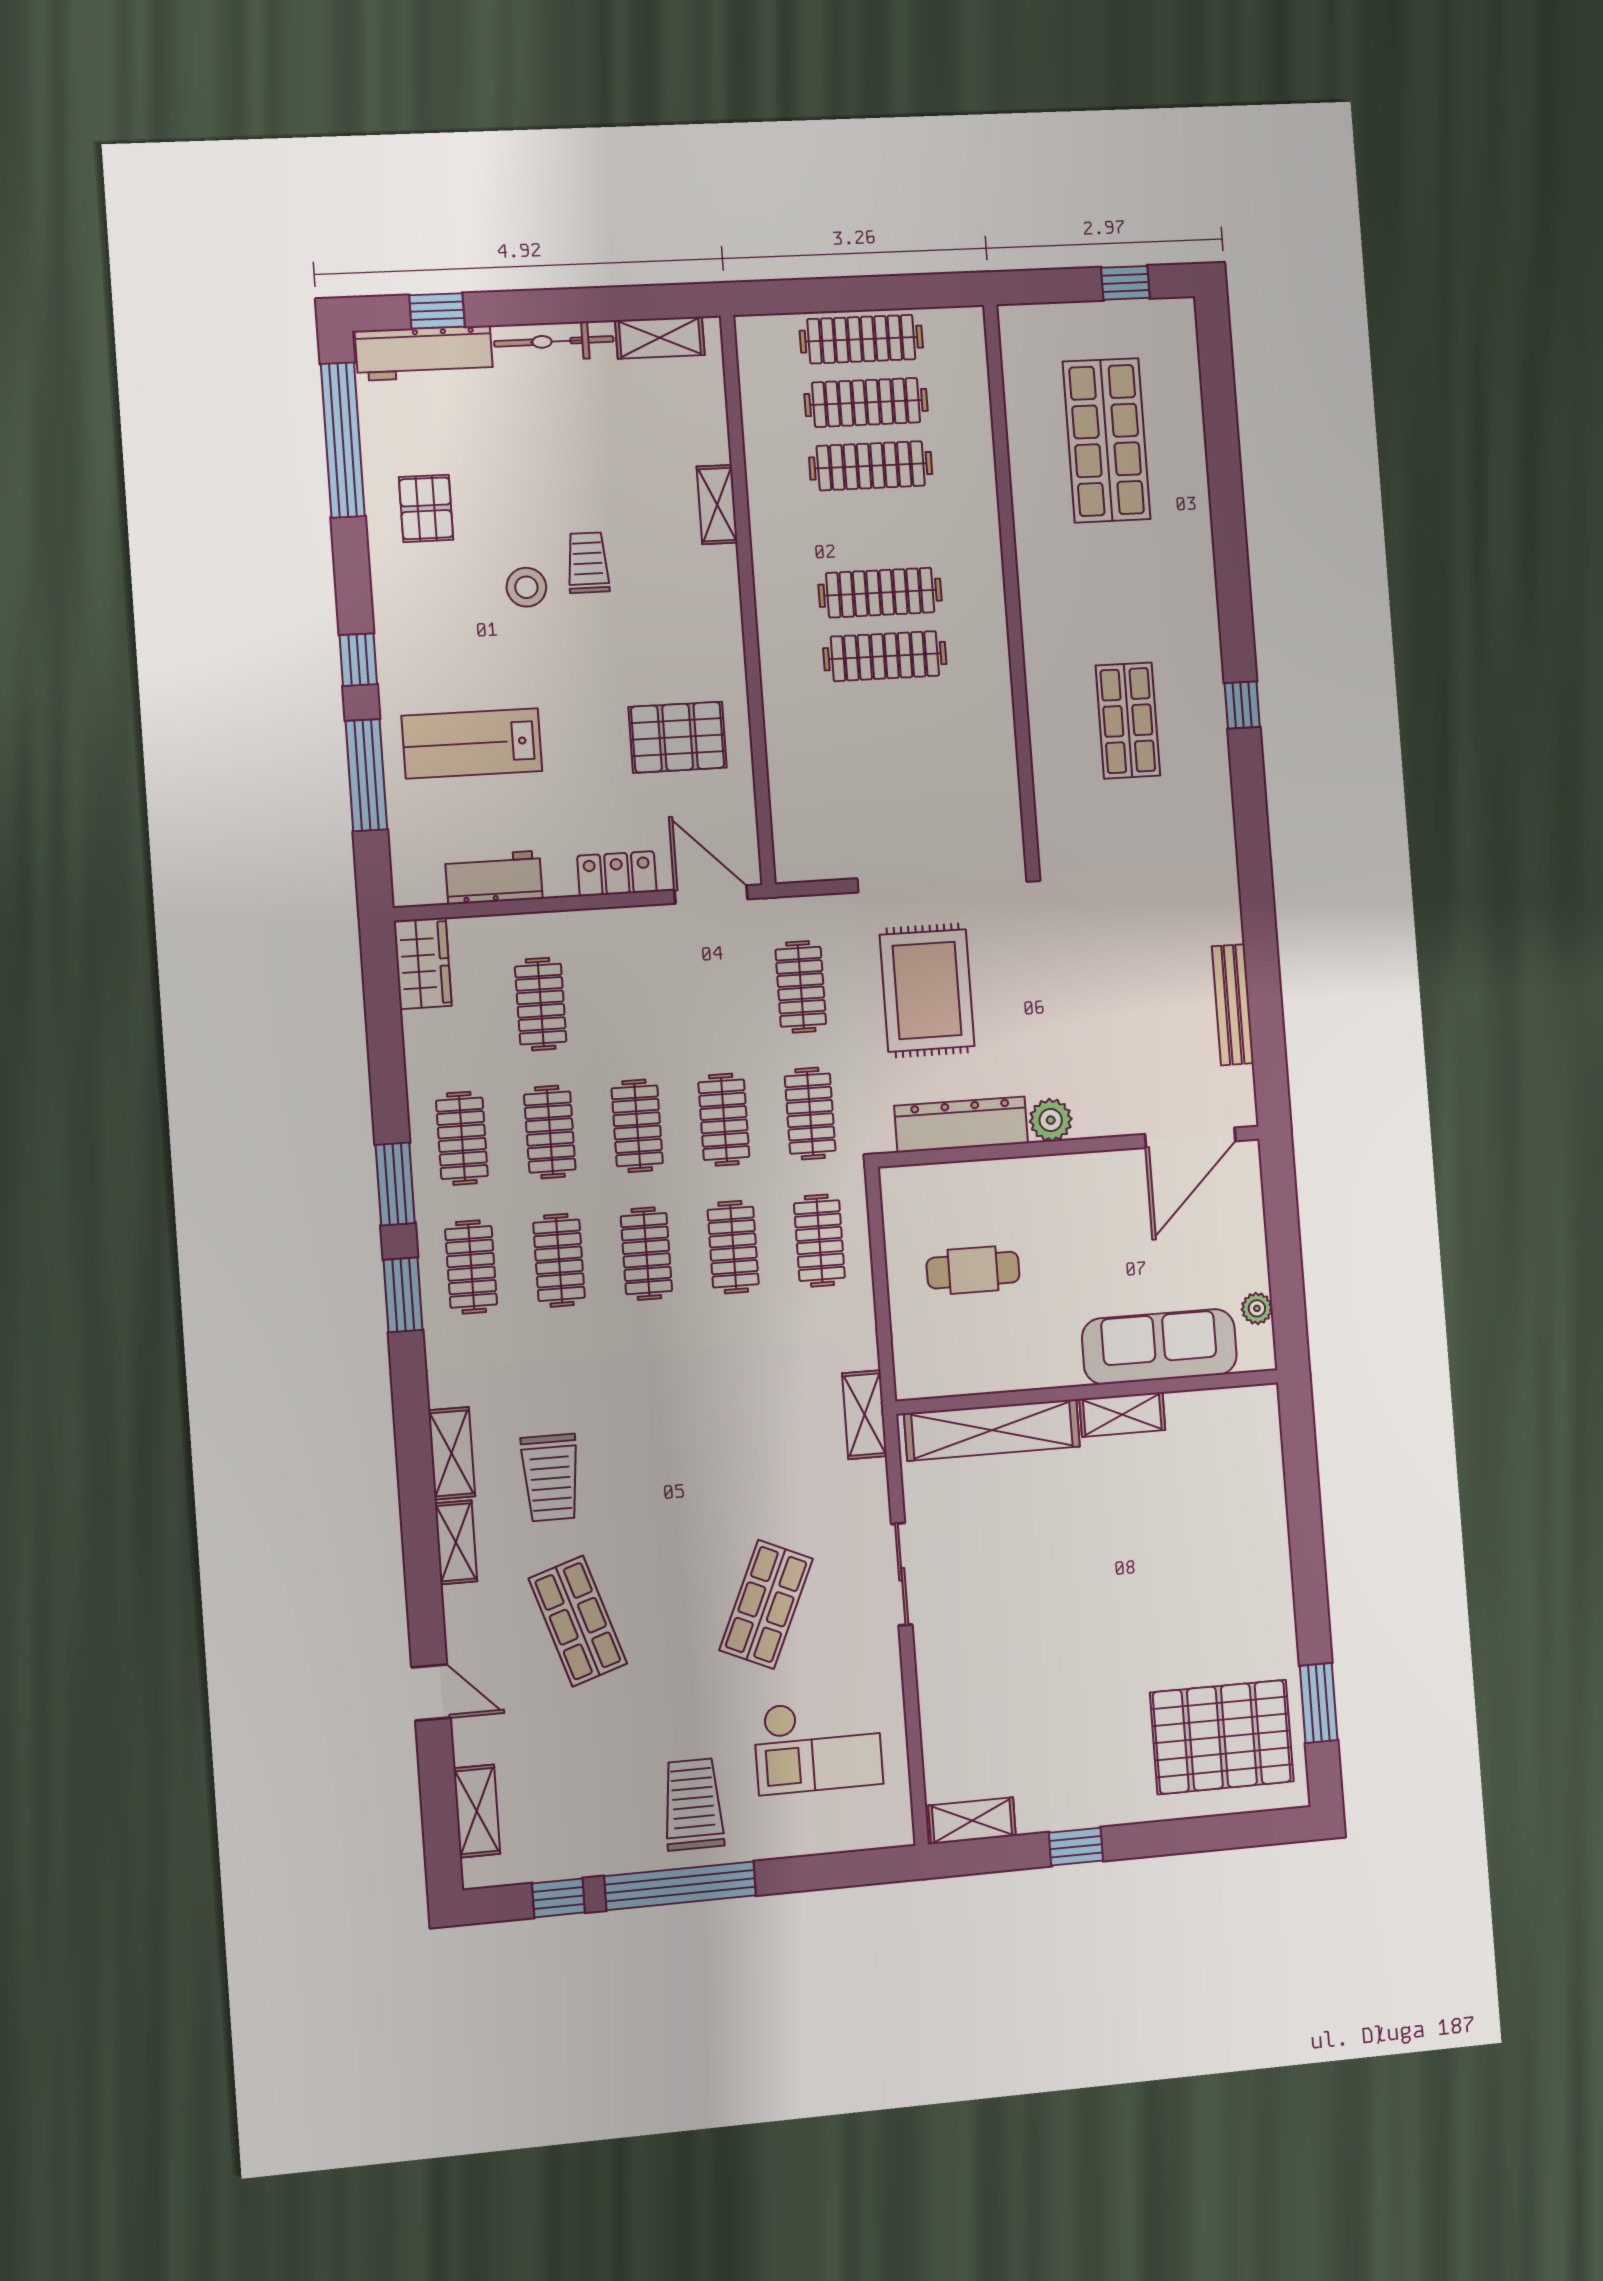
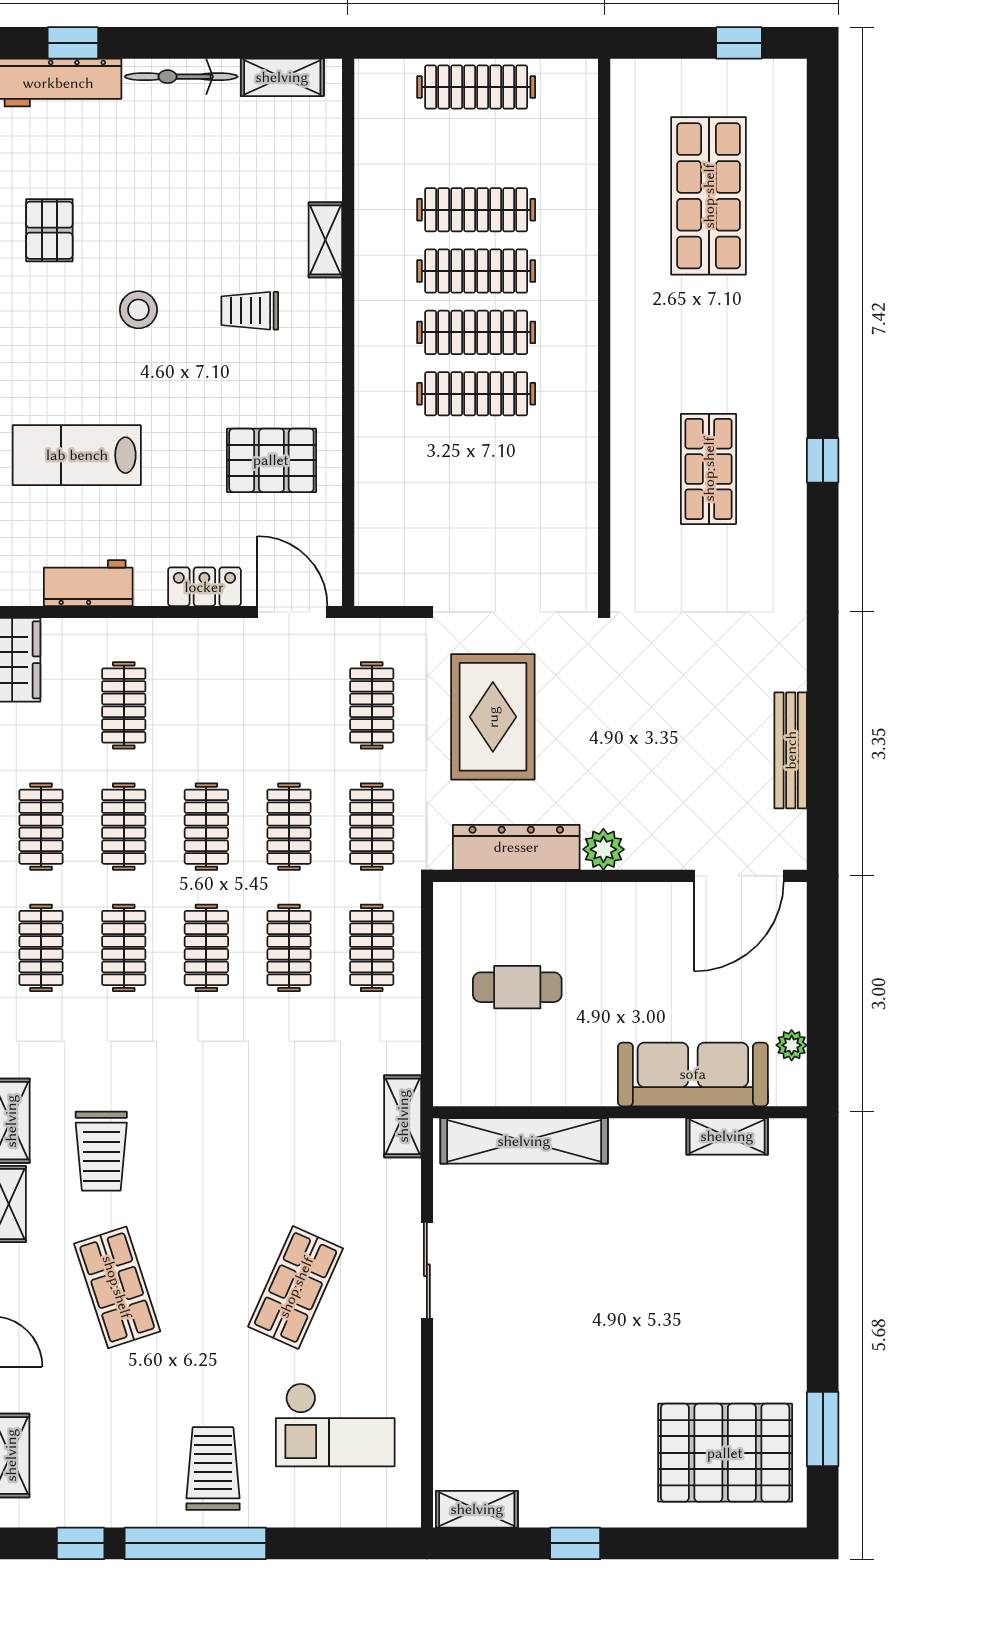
clothes rail: (866, 402) -> (476, 271), moved
trolley: (588, 563) -> (250, 311), moved, turned -90
shelving: (1122, 1414) -> (727, 1136), moved

